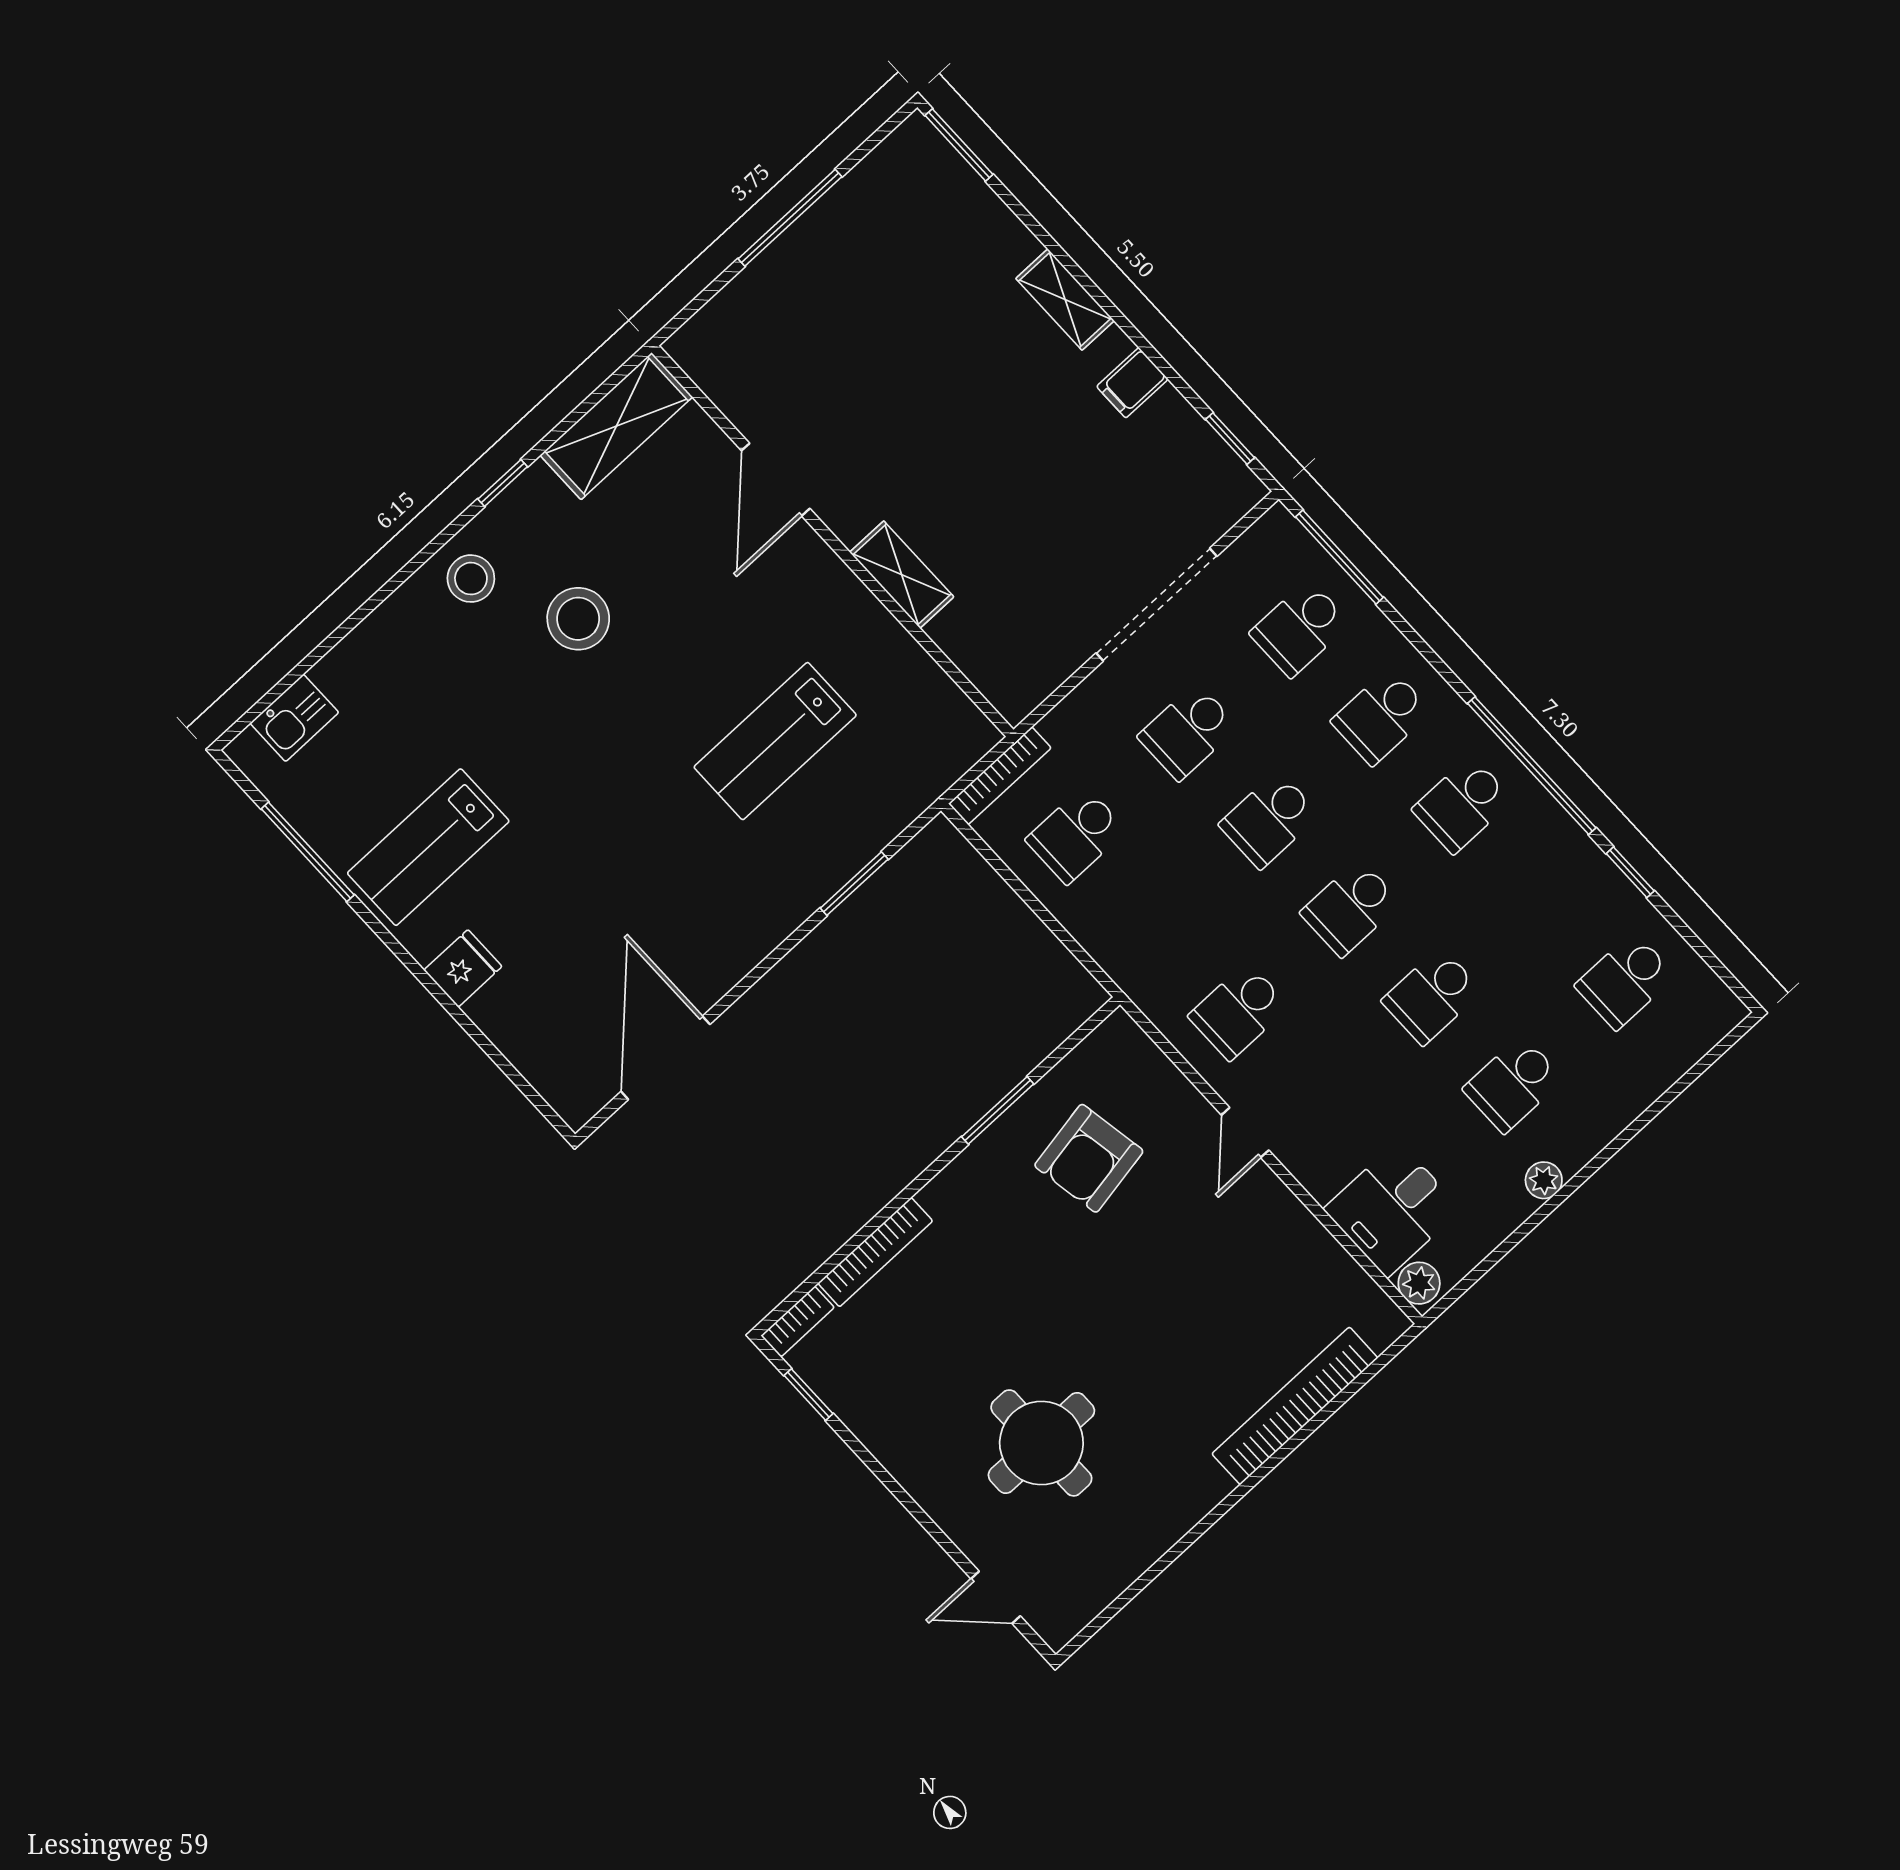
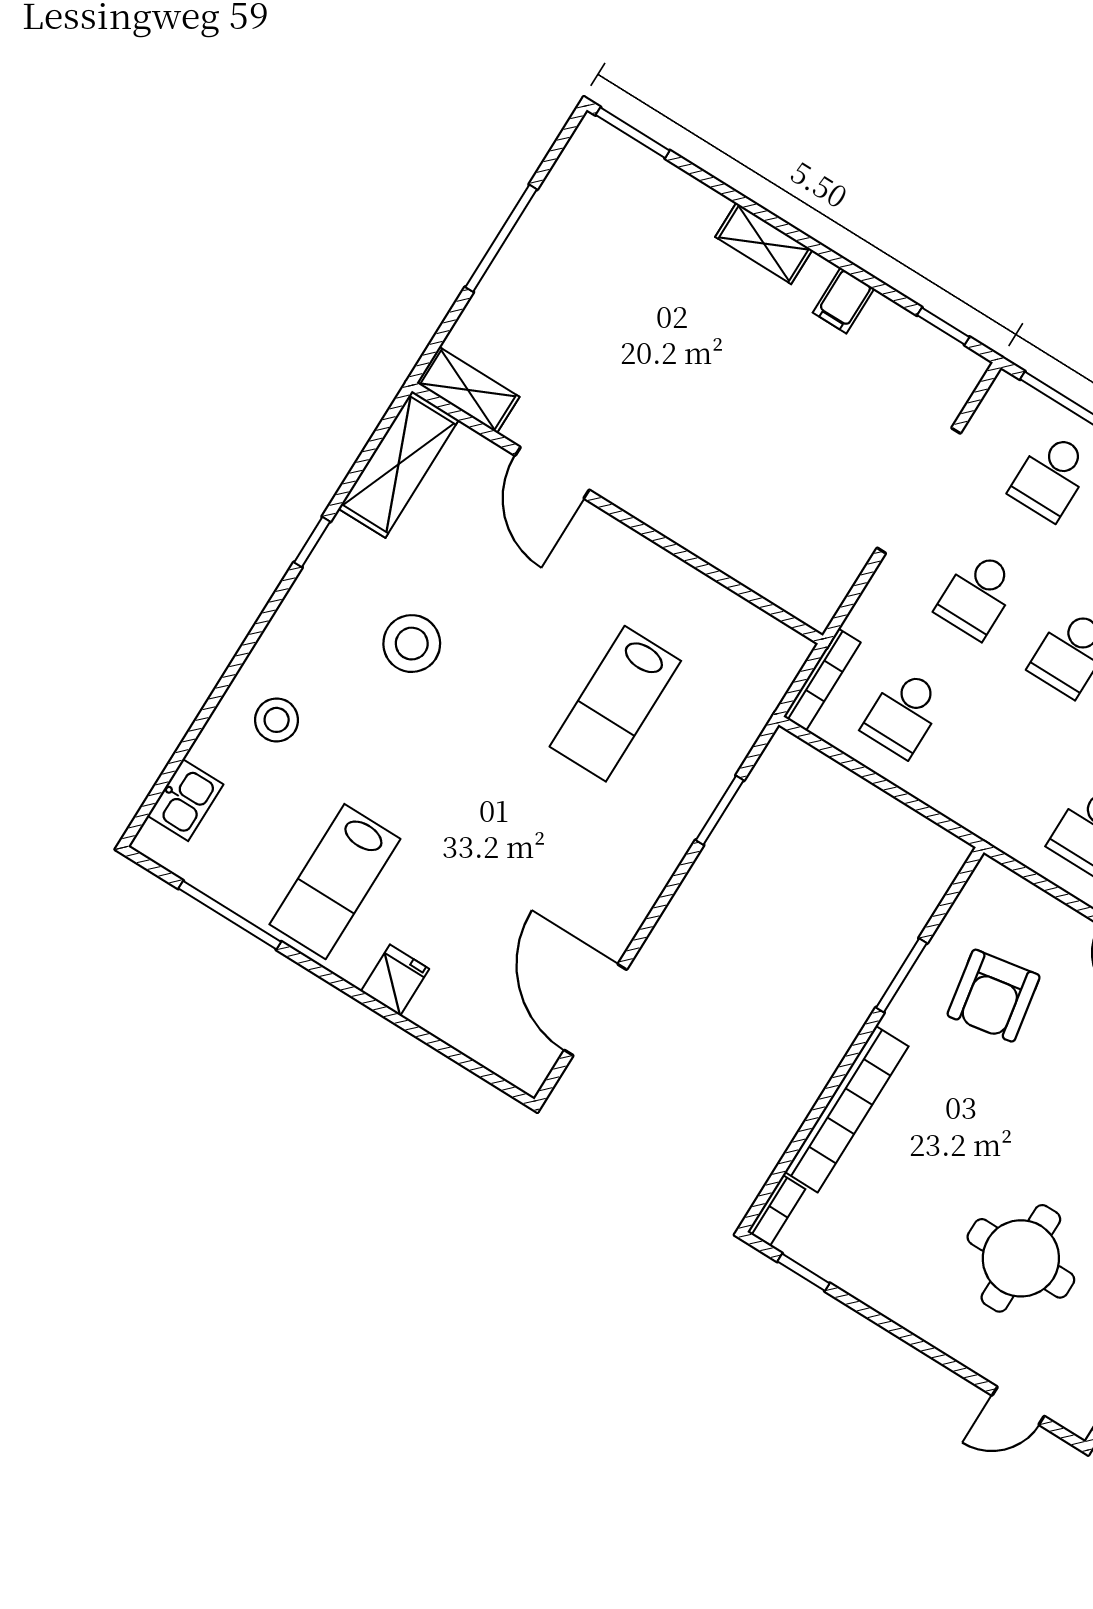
shelving: (902, 575) -> (468, 390), moved
stool: (471, 579) -> (277, 720), moved
bookcase: (875, 1252) -> (847, 1109), width x1.48, depth x1.31

